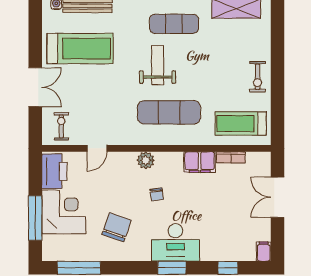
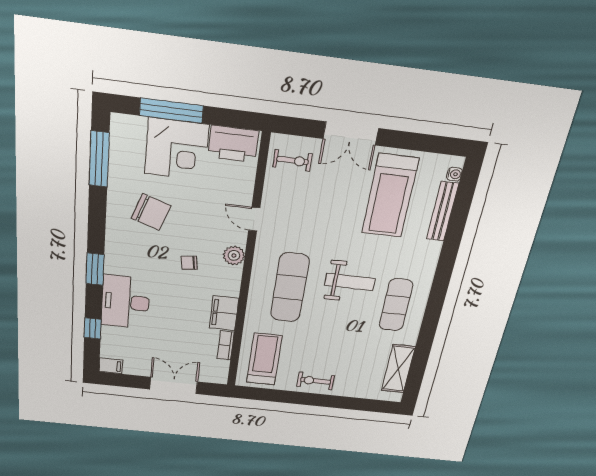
door: (97, 148) -> (254, 219), moved
desk: (175, 242) -> (125, 302), moved

